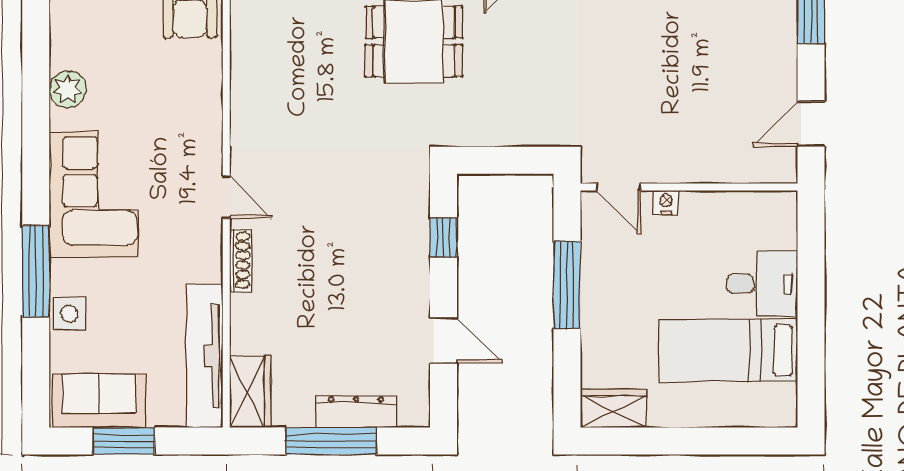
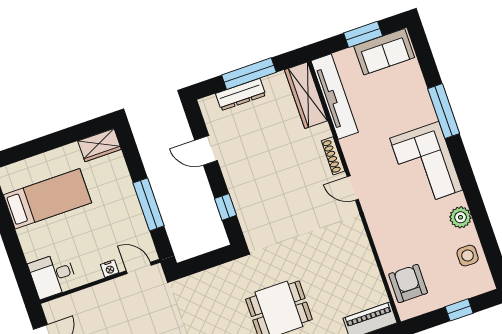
desk: (762, 284) -> (53, 275), moved
side table: (69, 313) -> (468, 256), moved
wardrobe: (250, 392) -> (306, 95), width x1.50

